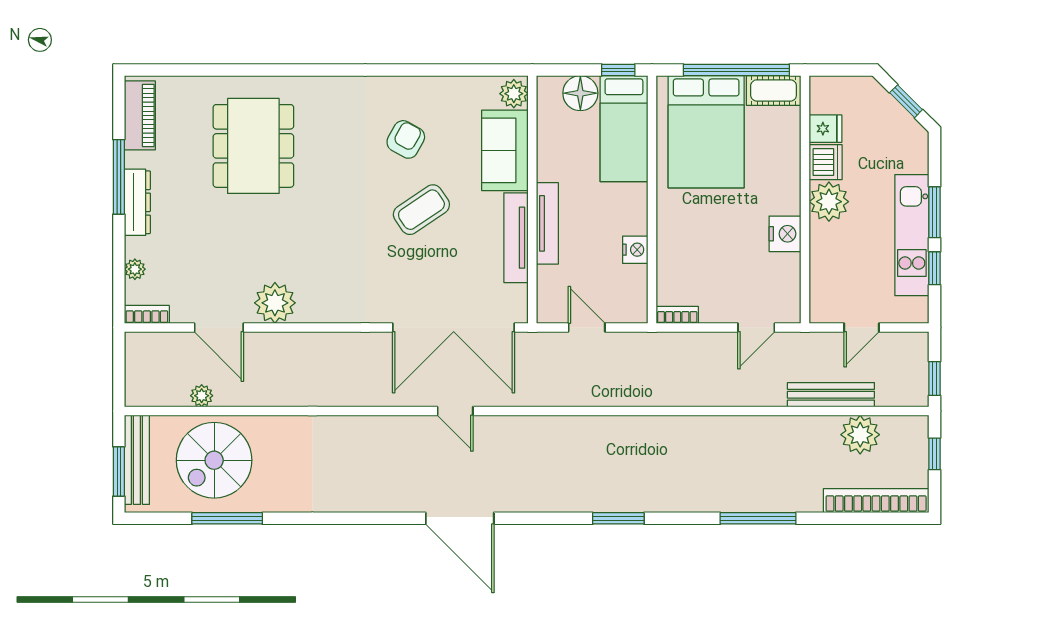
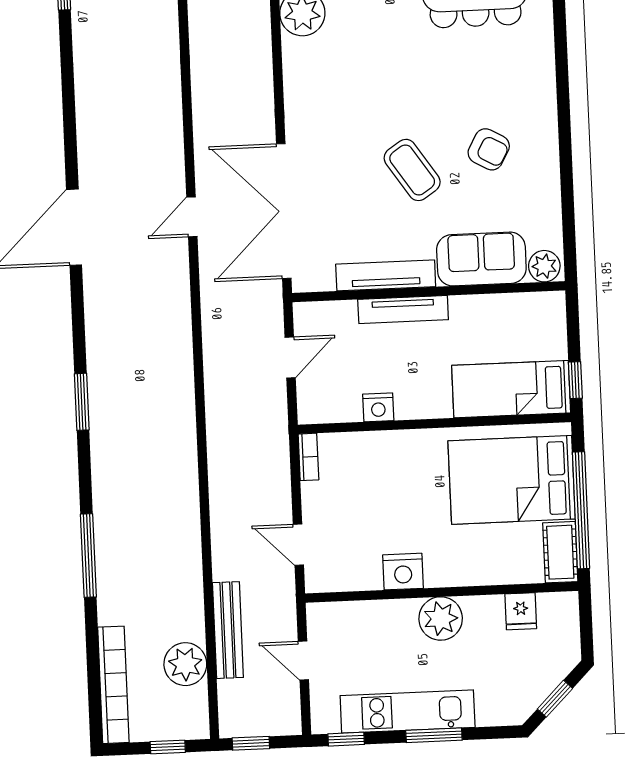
floor lamp: (580, 93) -> (548, 339), removed
dishwasher: (826, 162) -> (484, 613), removed
window: (934, 268) -> (346, 739), moved

